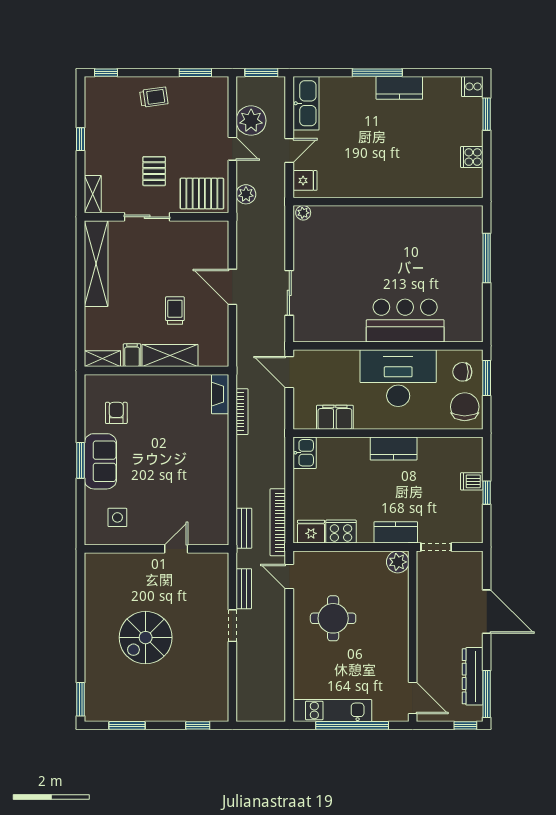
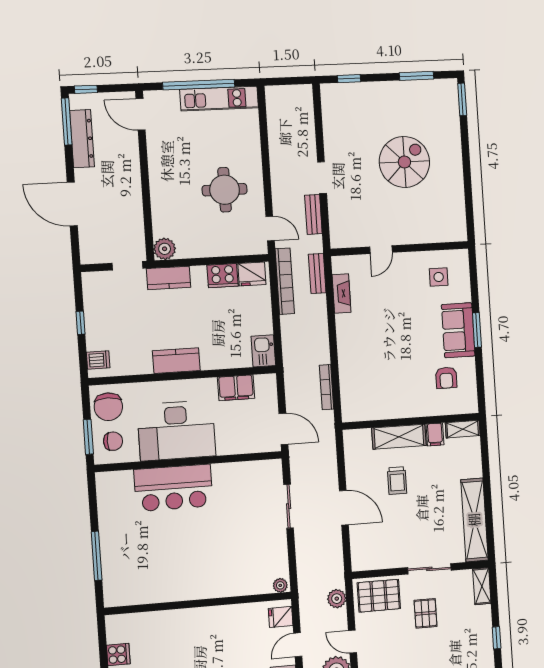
fireplace: (220, 394) -> (342, 293), moved
dishwasher: (472, 481) -> (98, 360), moved

